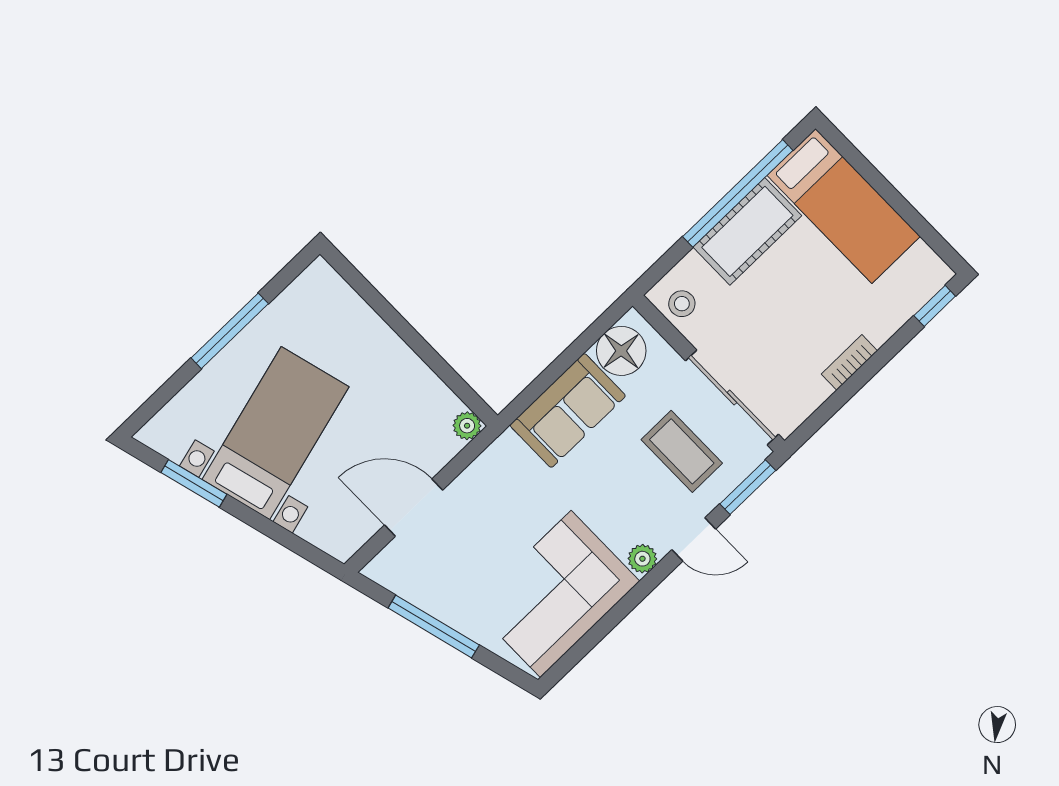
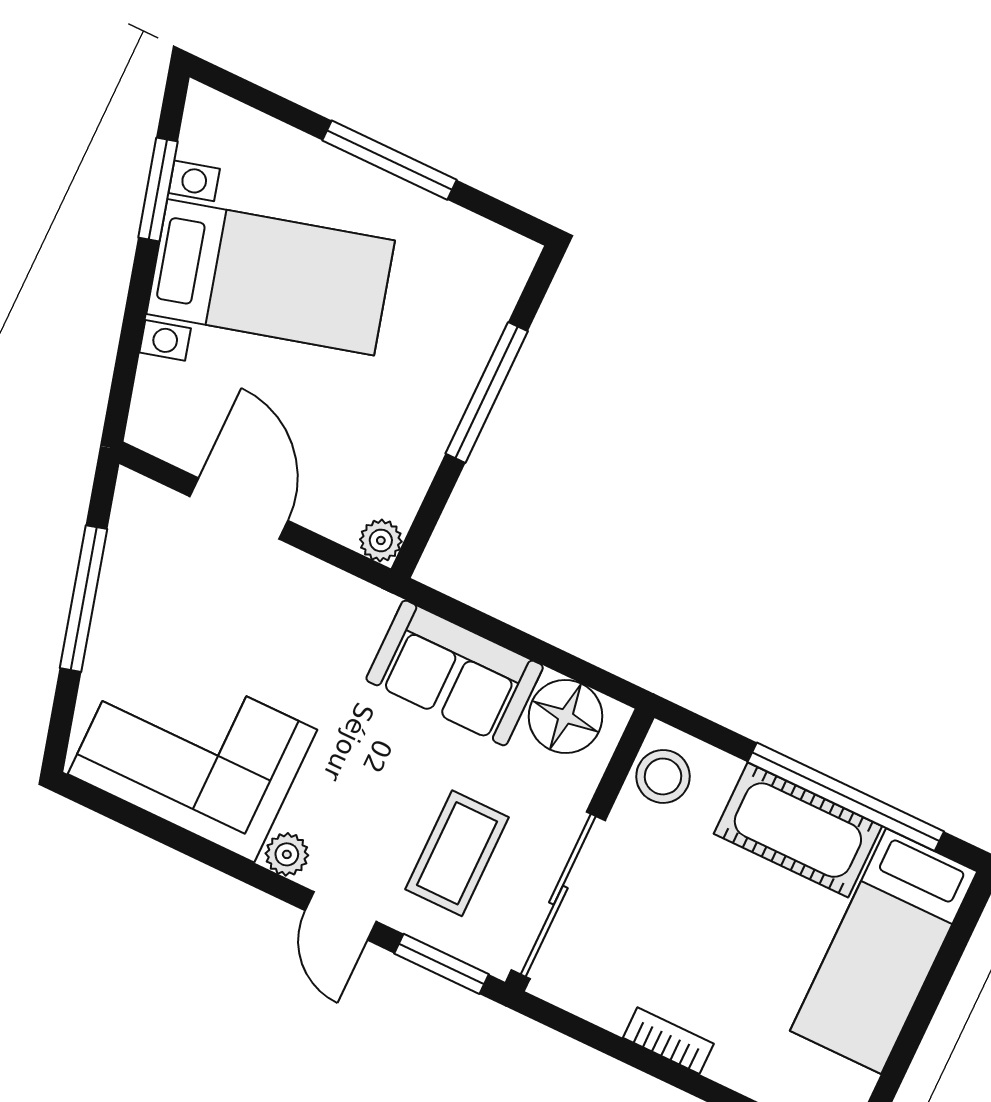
stool: (682, 304) -> (663, 776), width x1.37, depth x1.37
window: (399, 324) -> (487, 392), added

